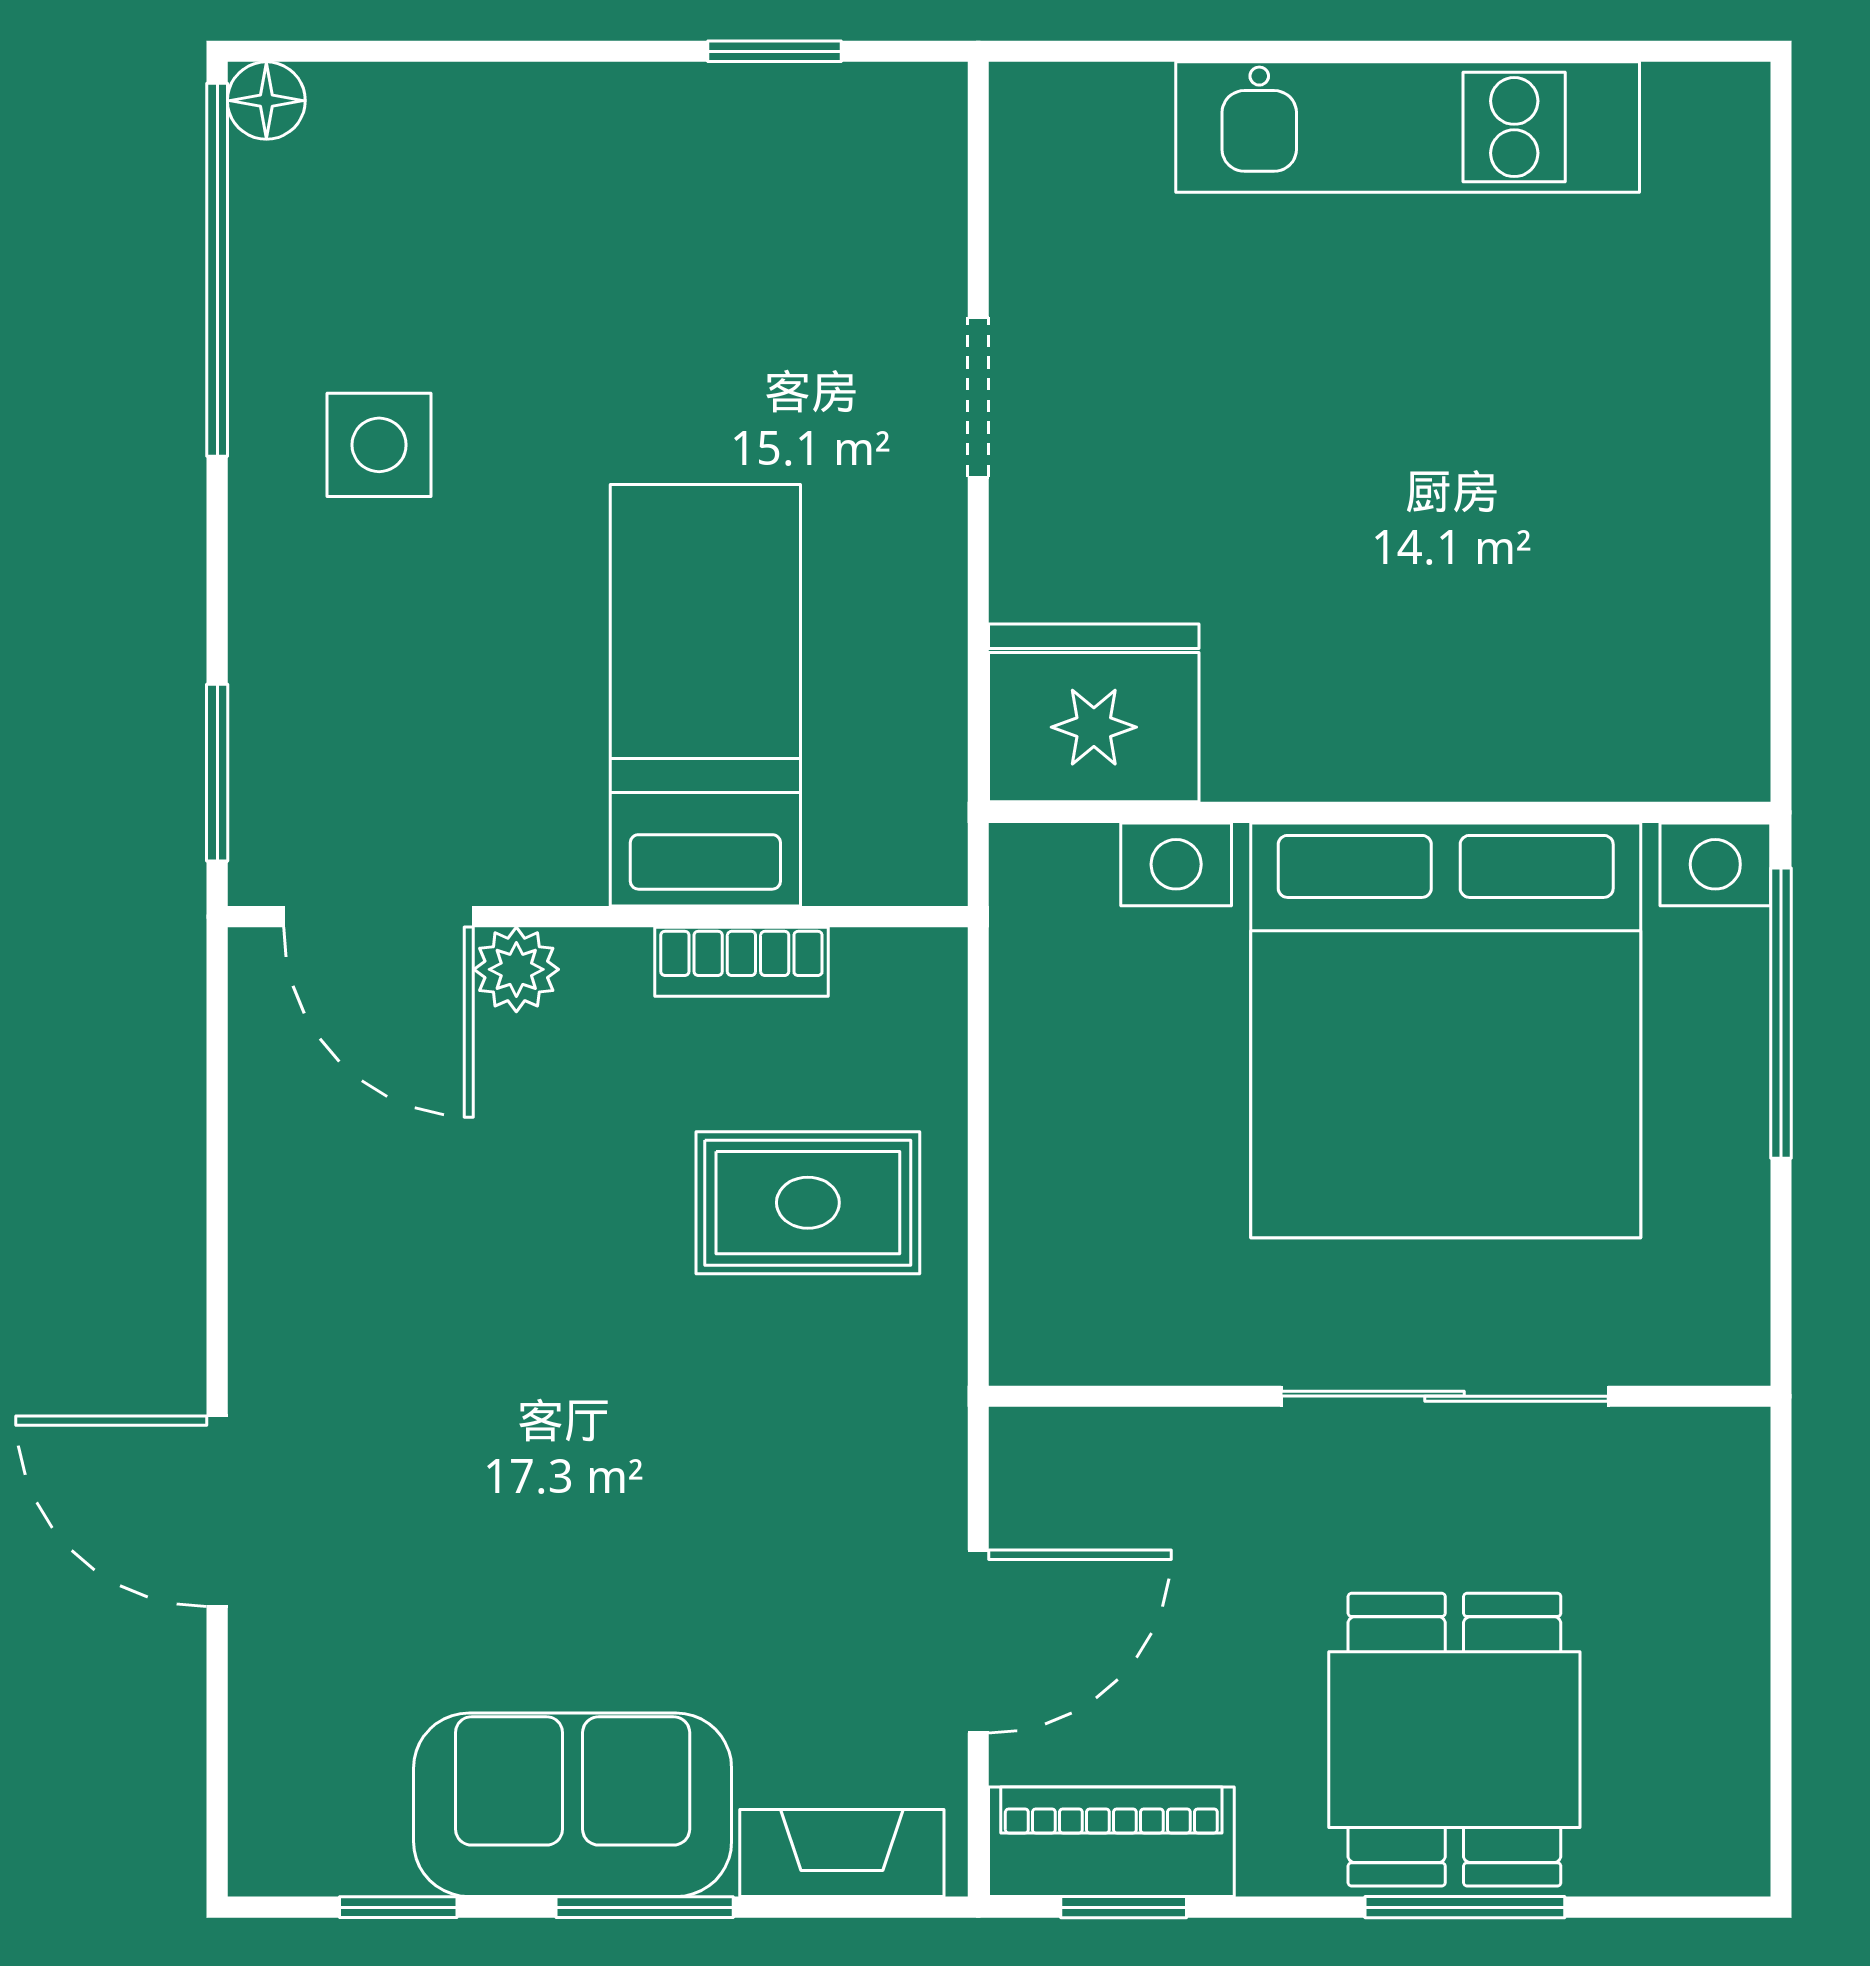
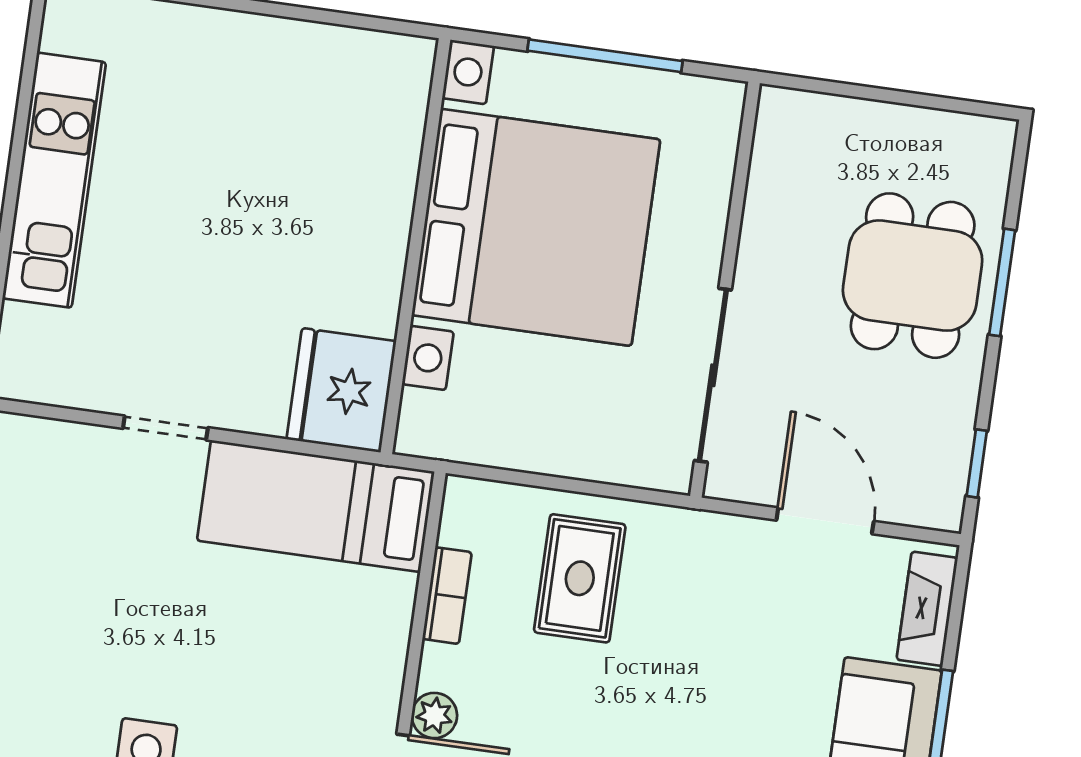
bed: (705, 695) -> (316, 506), moved
window: (1781, 1013) -> (605, 56), moved
sliding door: (1445, 1396) -> (713, 375), moved
dining table: (1454, 1740) -> (913, 276), turned 90
piano: (1111, 1842) -> (941, 465), removed

